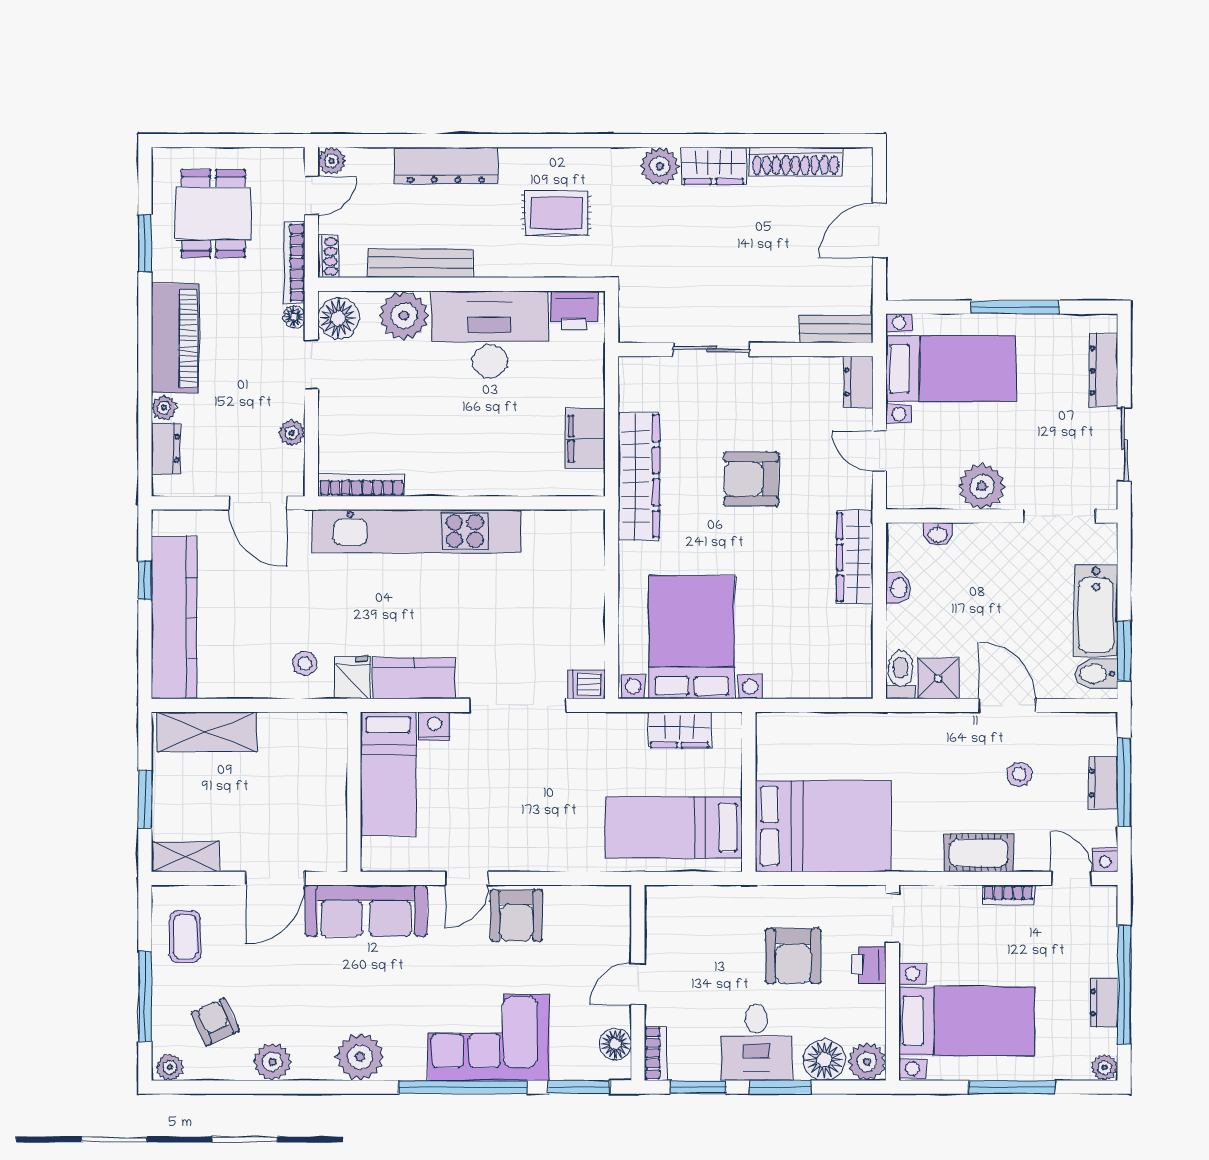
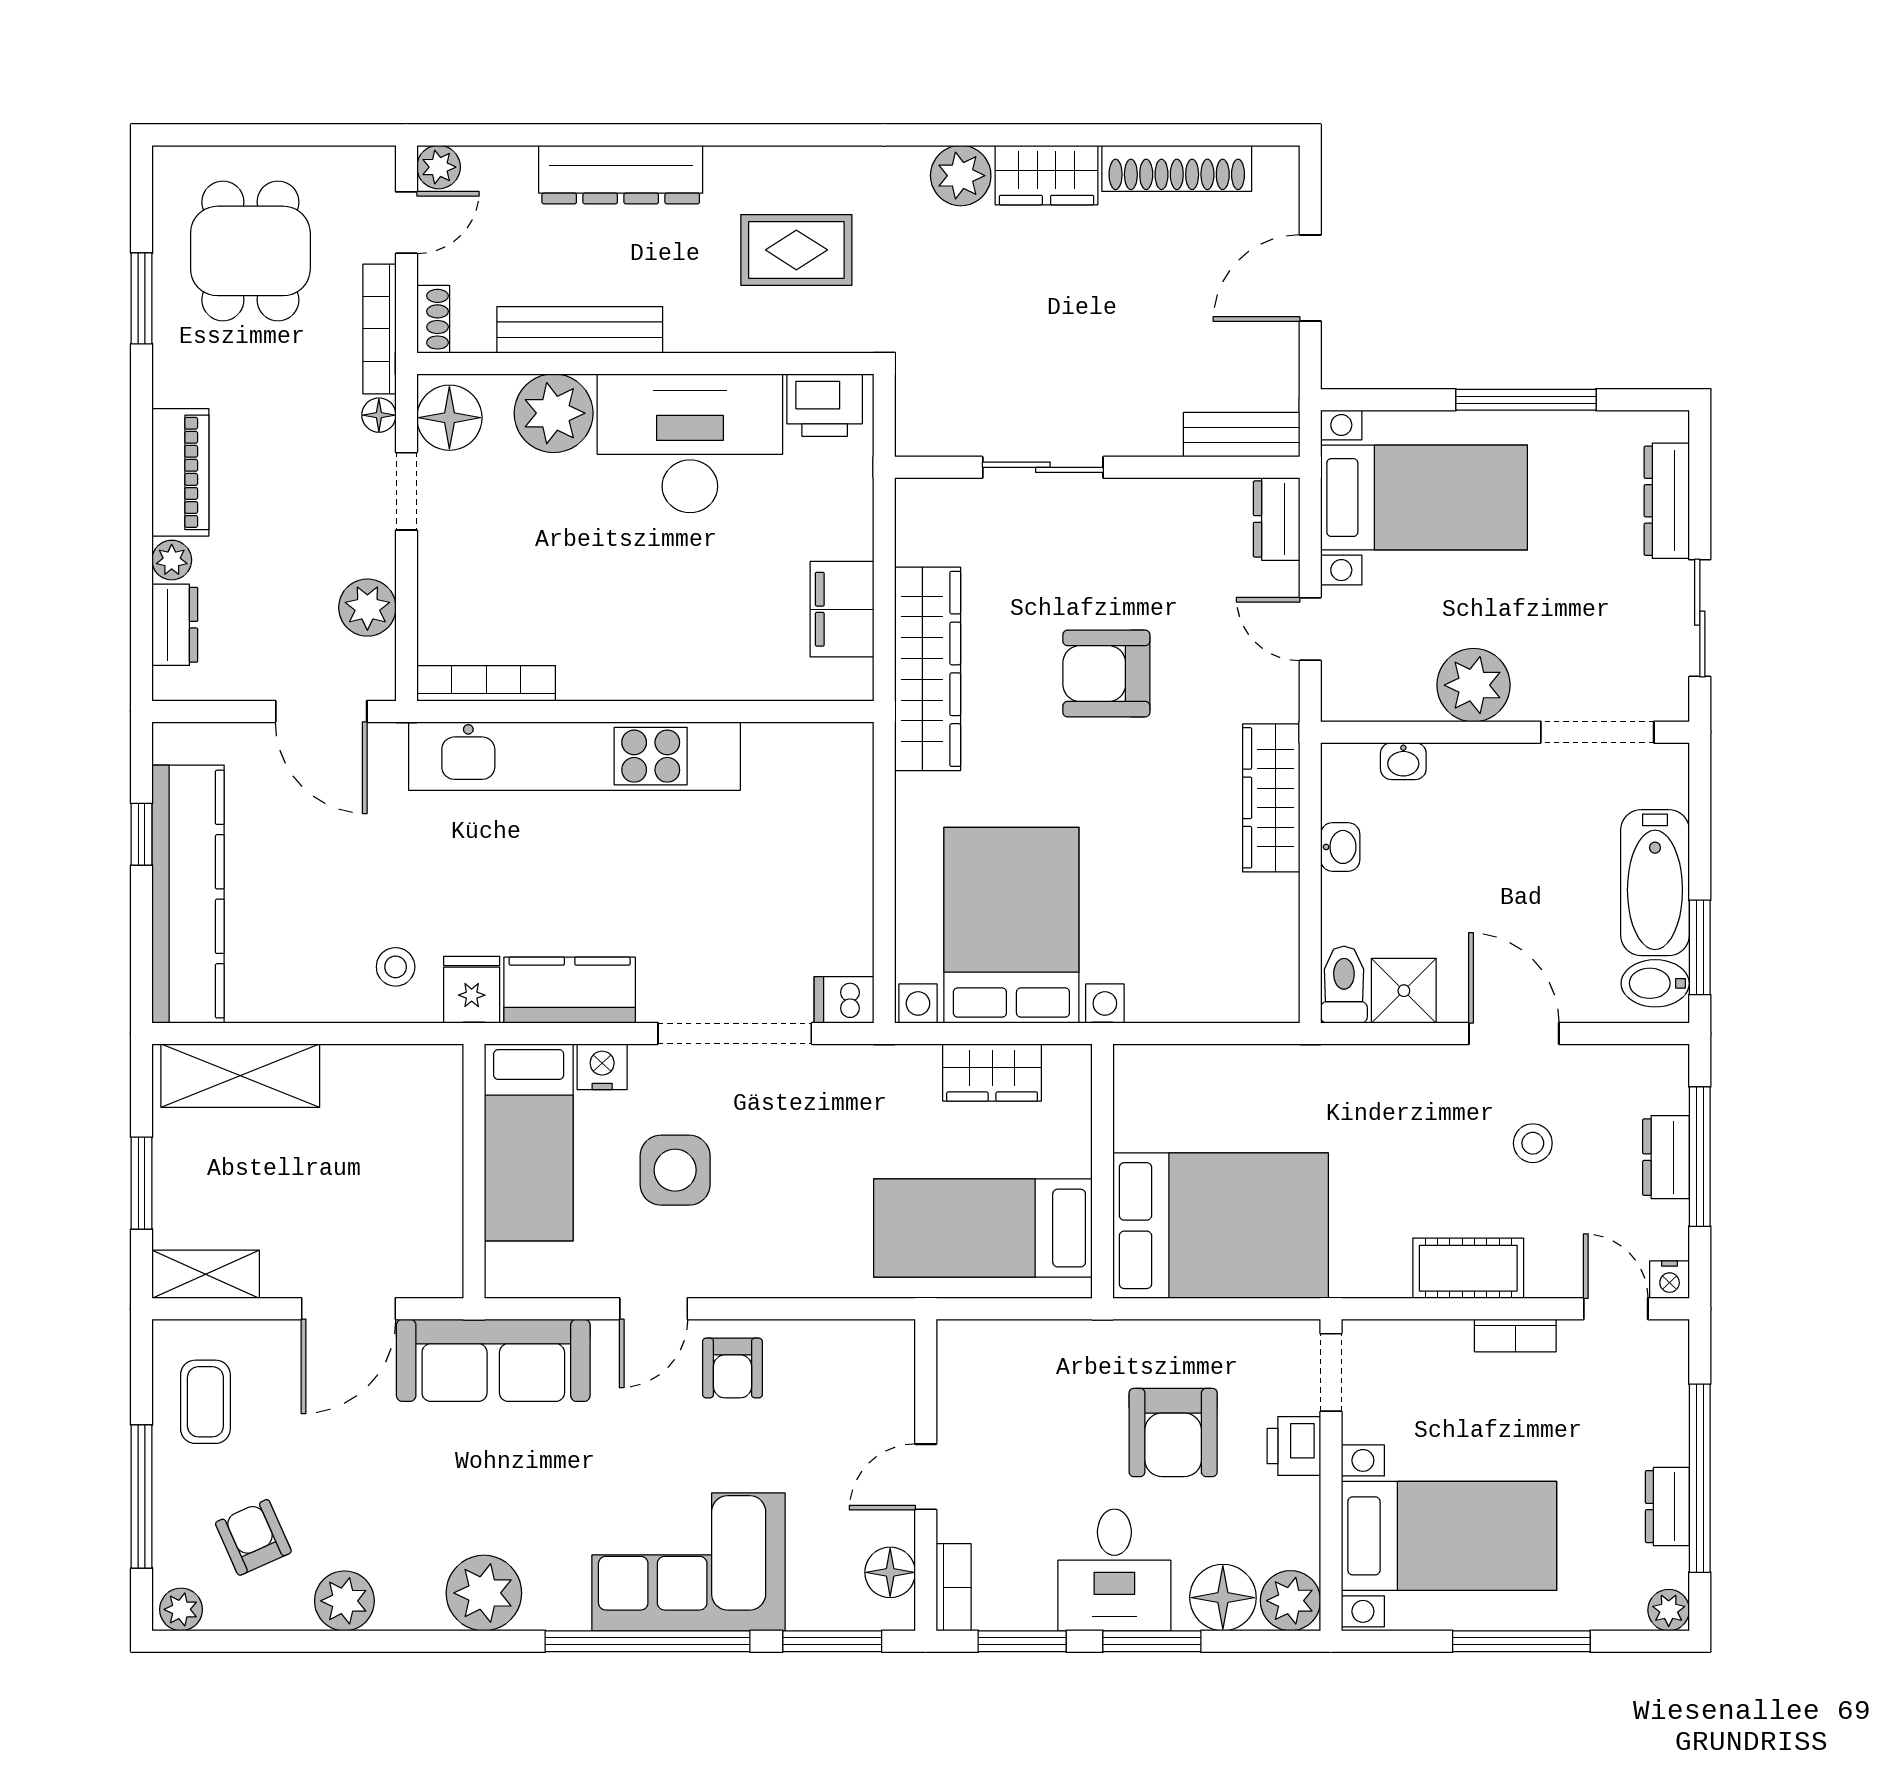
piano: (175, 338) -> (180, 472), width x0.73, depth x0.75
plant: (292, 433) -> (367, 608), width x1.38, depth x1.38
side table: (480, 791) -> (675, 1170), added
armchair: (516, 916) -> (732, 1368), width x0.72, depth x0.72

